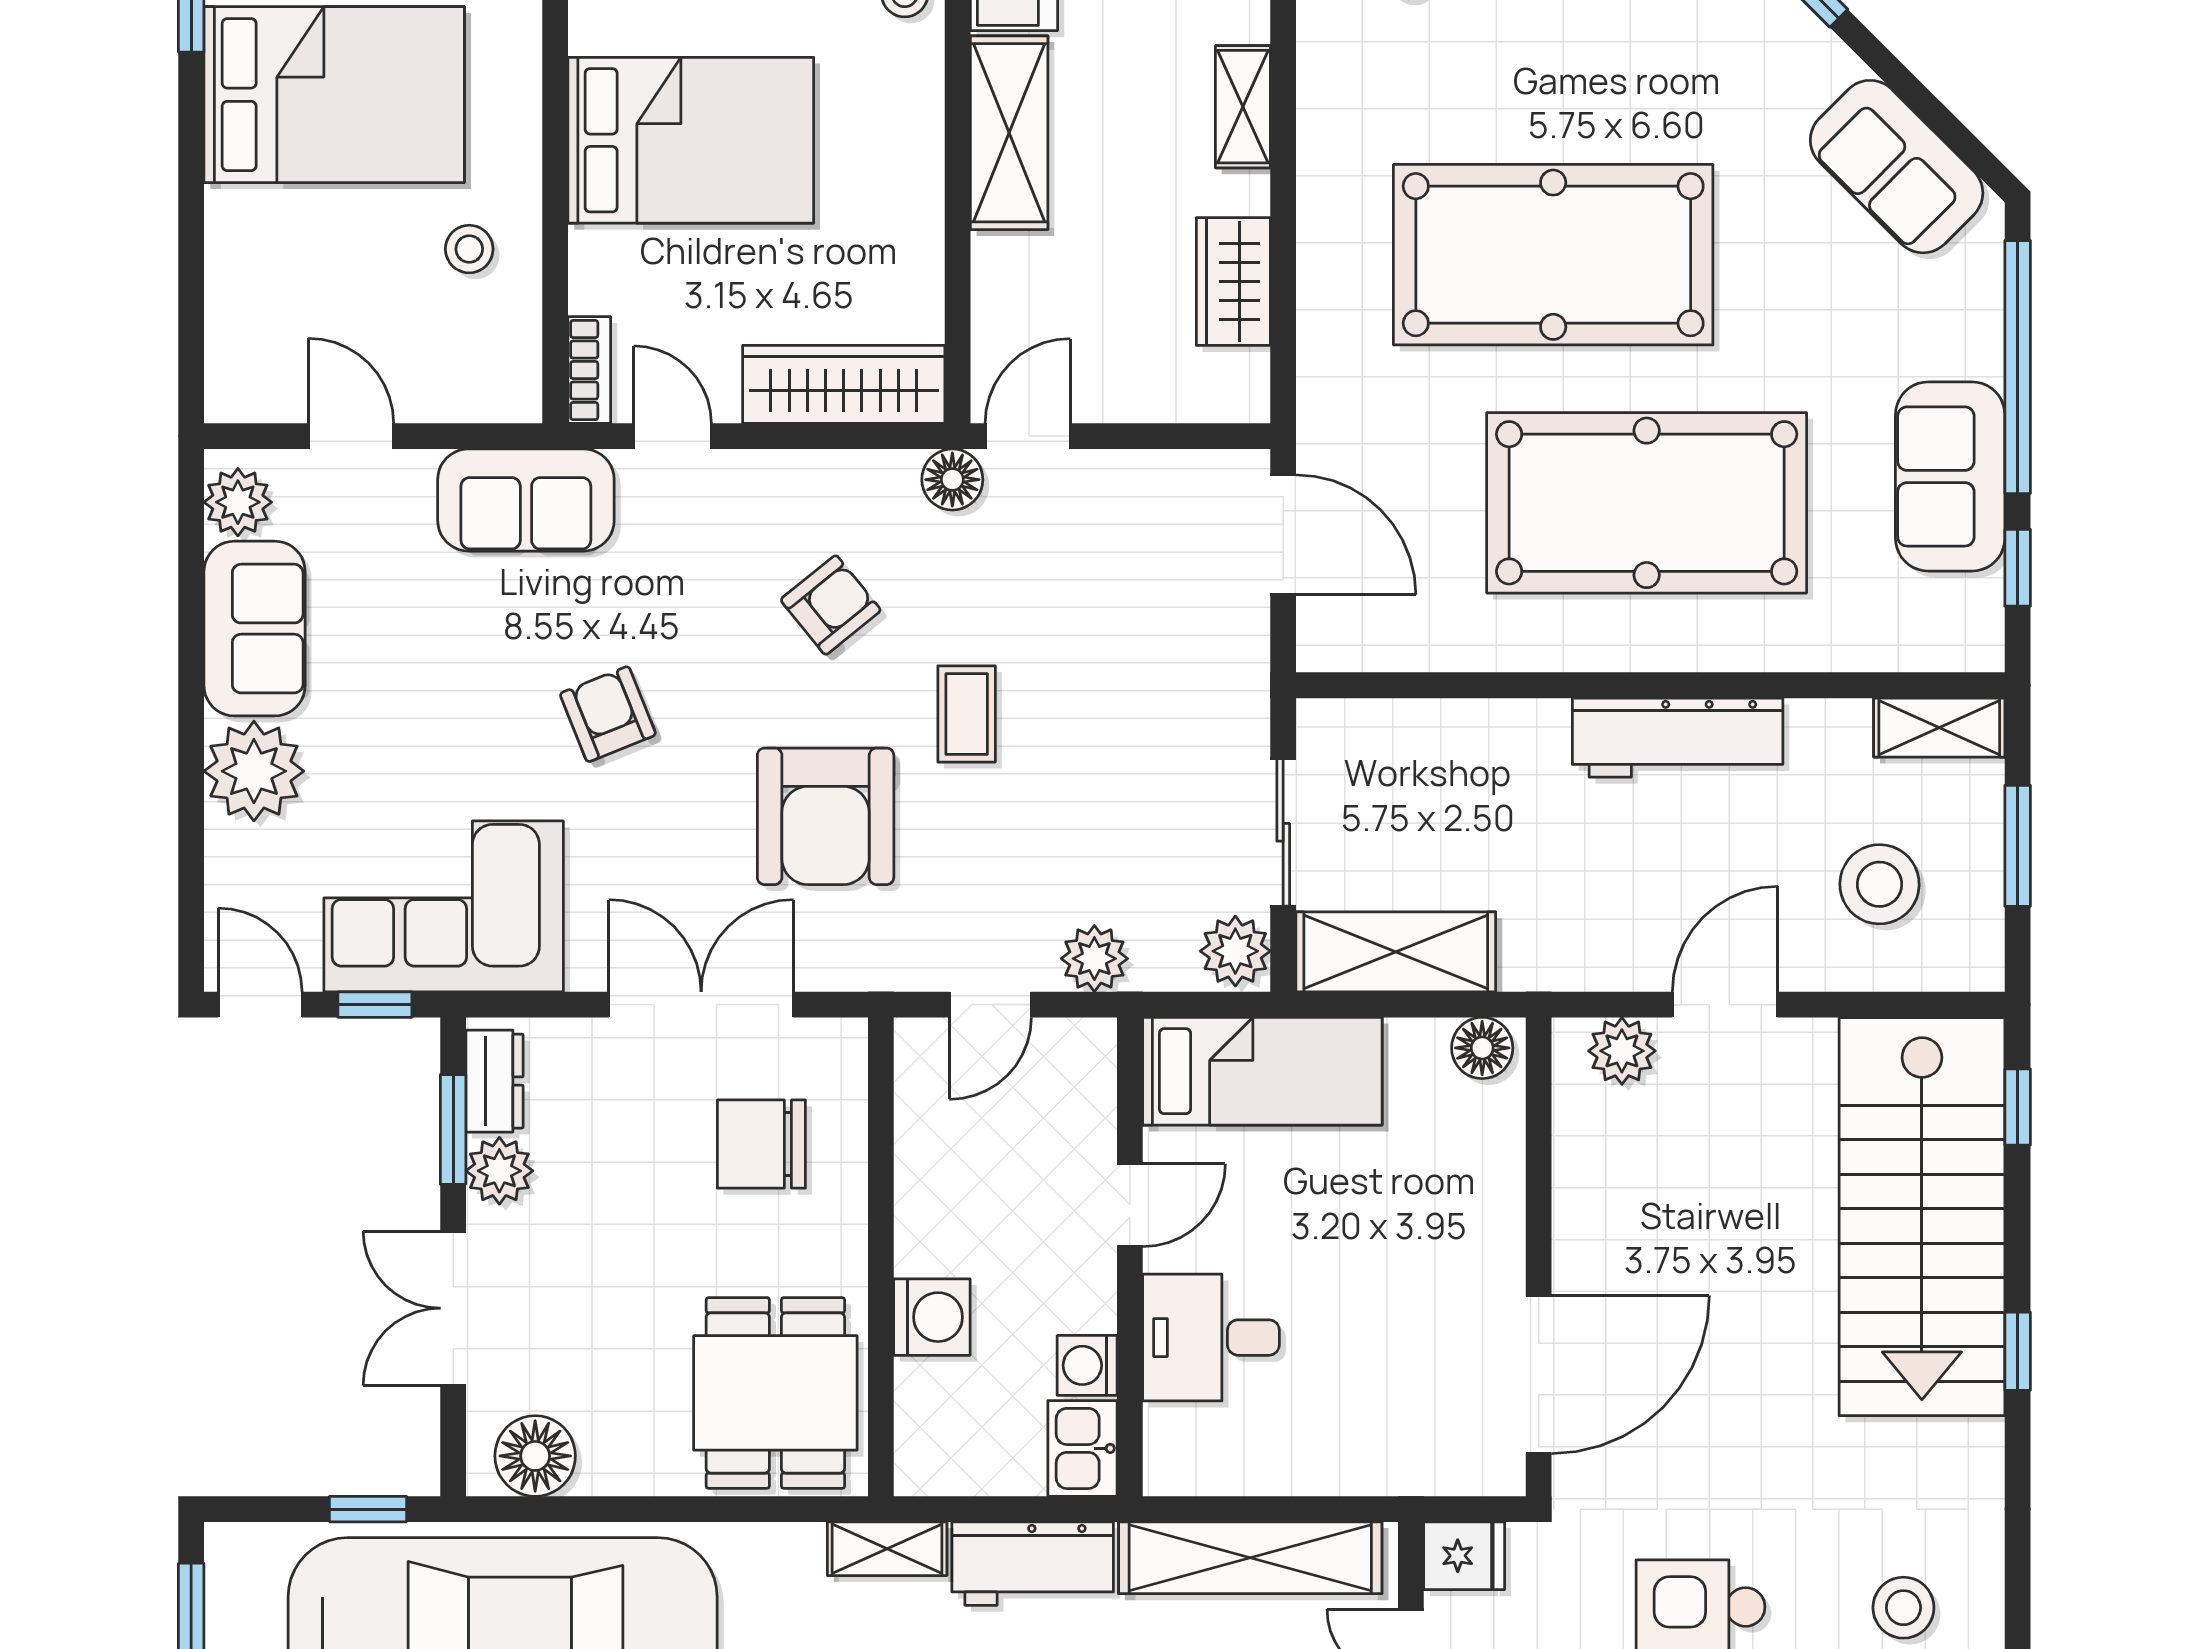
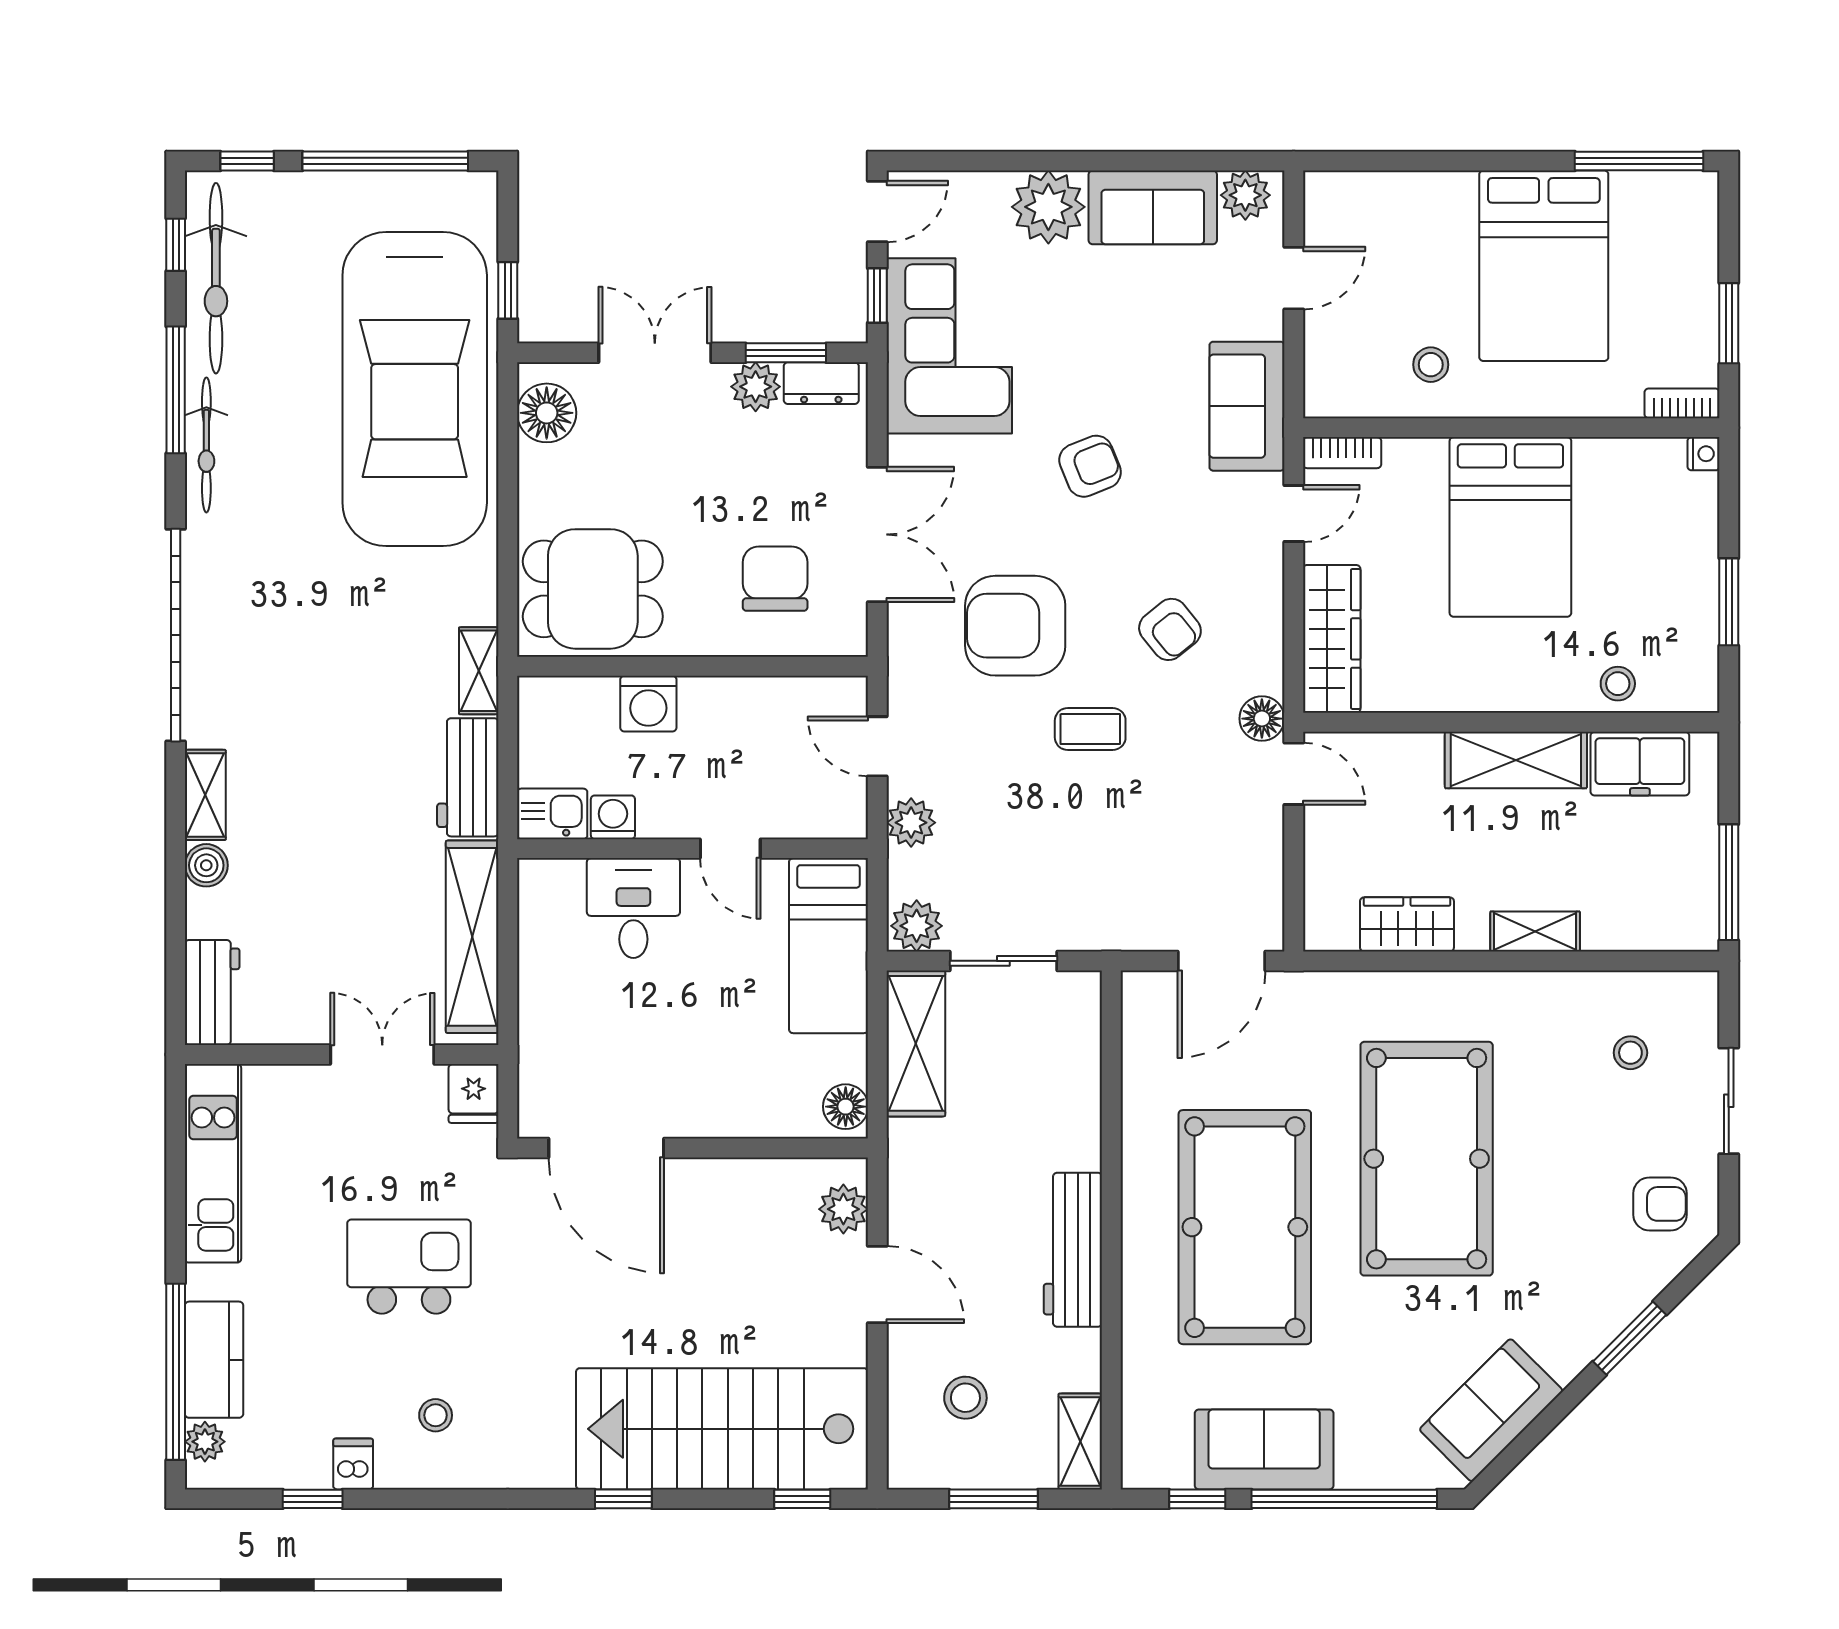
stool: (1880, 884) -> (965, 1398), width x0.73, depth x0.73
stool: (1903, 1608) -> (436, 1415), width x0.73, depth x0.73

